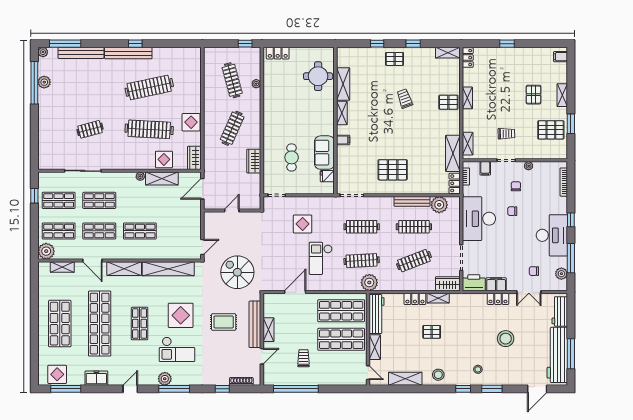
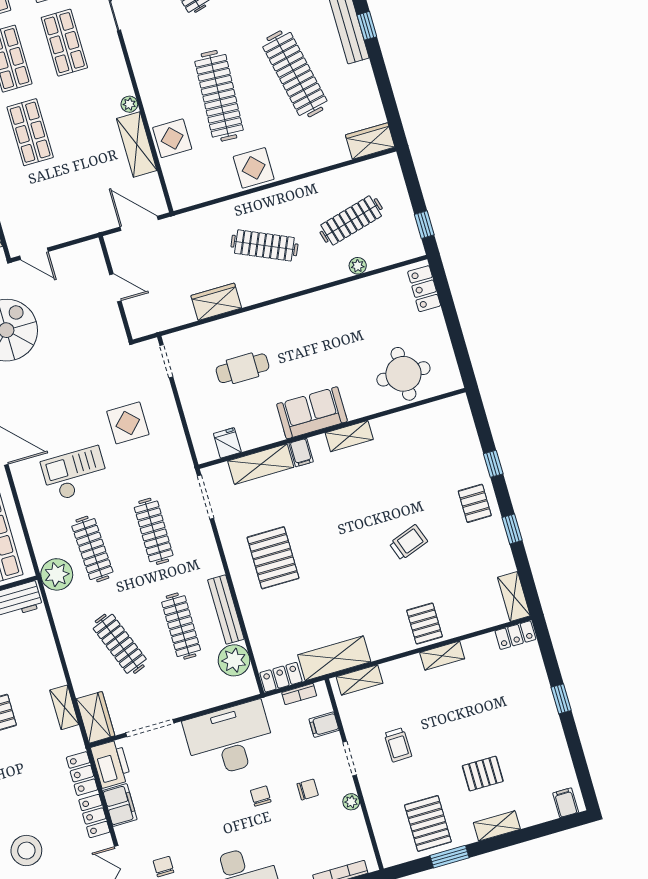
shelving: (343, 84) -> (261, 464), moved
sofa: (324, 153) -> (312, 413), moved
wardrobe: (194, 158) -> (370, 141), moved
locker: (415, 299) -> (82, 774), moved

